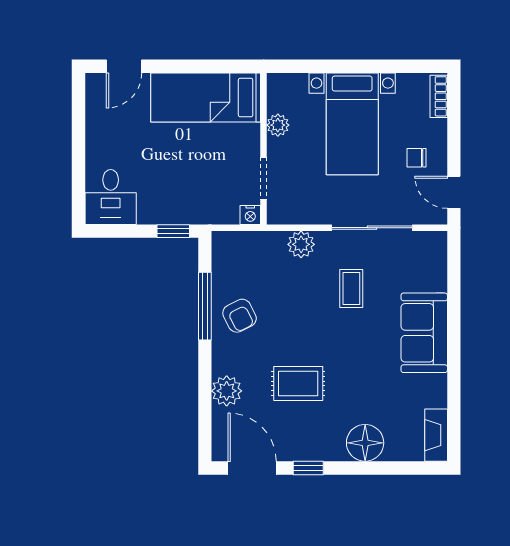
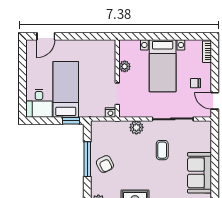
bed: (206, 98) -> (66, 89), moved, turned 90

